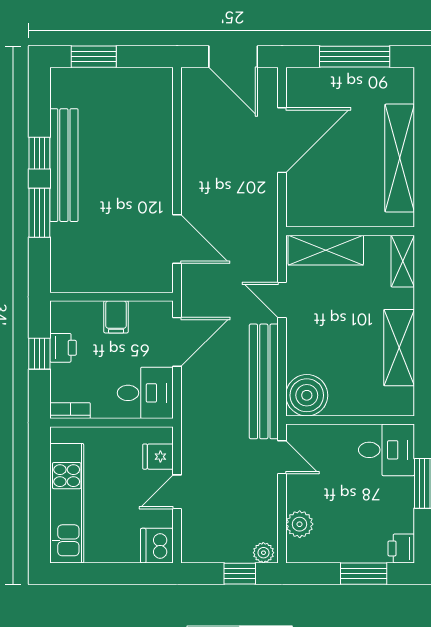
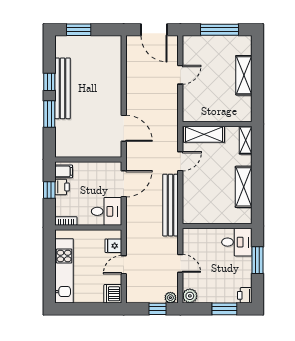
door: (282, 140) -> (180, 75), width x0.53
shelving: (400, 158) -> (244, 75), width x0.68
door: (282, 300) -> (180, 161), swing flipped
filing cabinet: (116, 317) -> (64, 171), moved, turned -90
boiler: (307, 395) -> (194, 213), removed
door: (282, 457) -> (180, 263), moved
plant: (300, 524) -> (190, 296), moved

